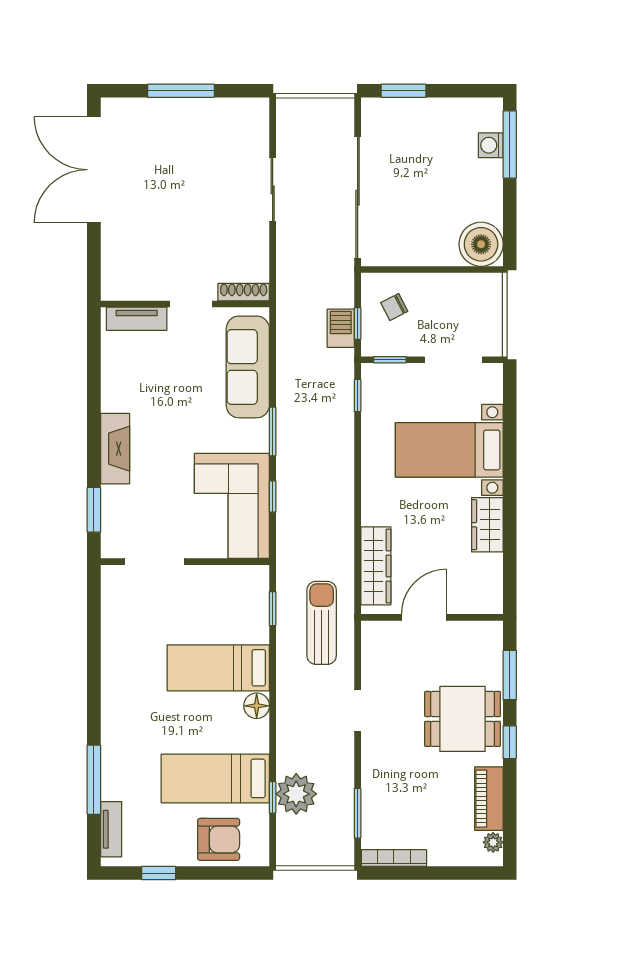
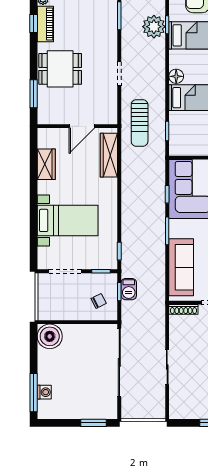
wardrobe: (487, 525) -> (46, 164), moved
window: (510, 742) -> (34, 23), moved

